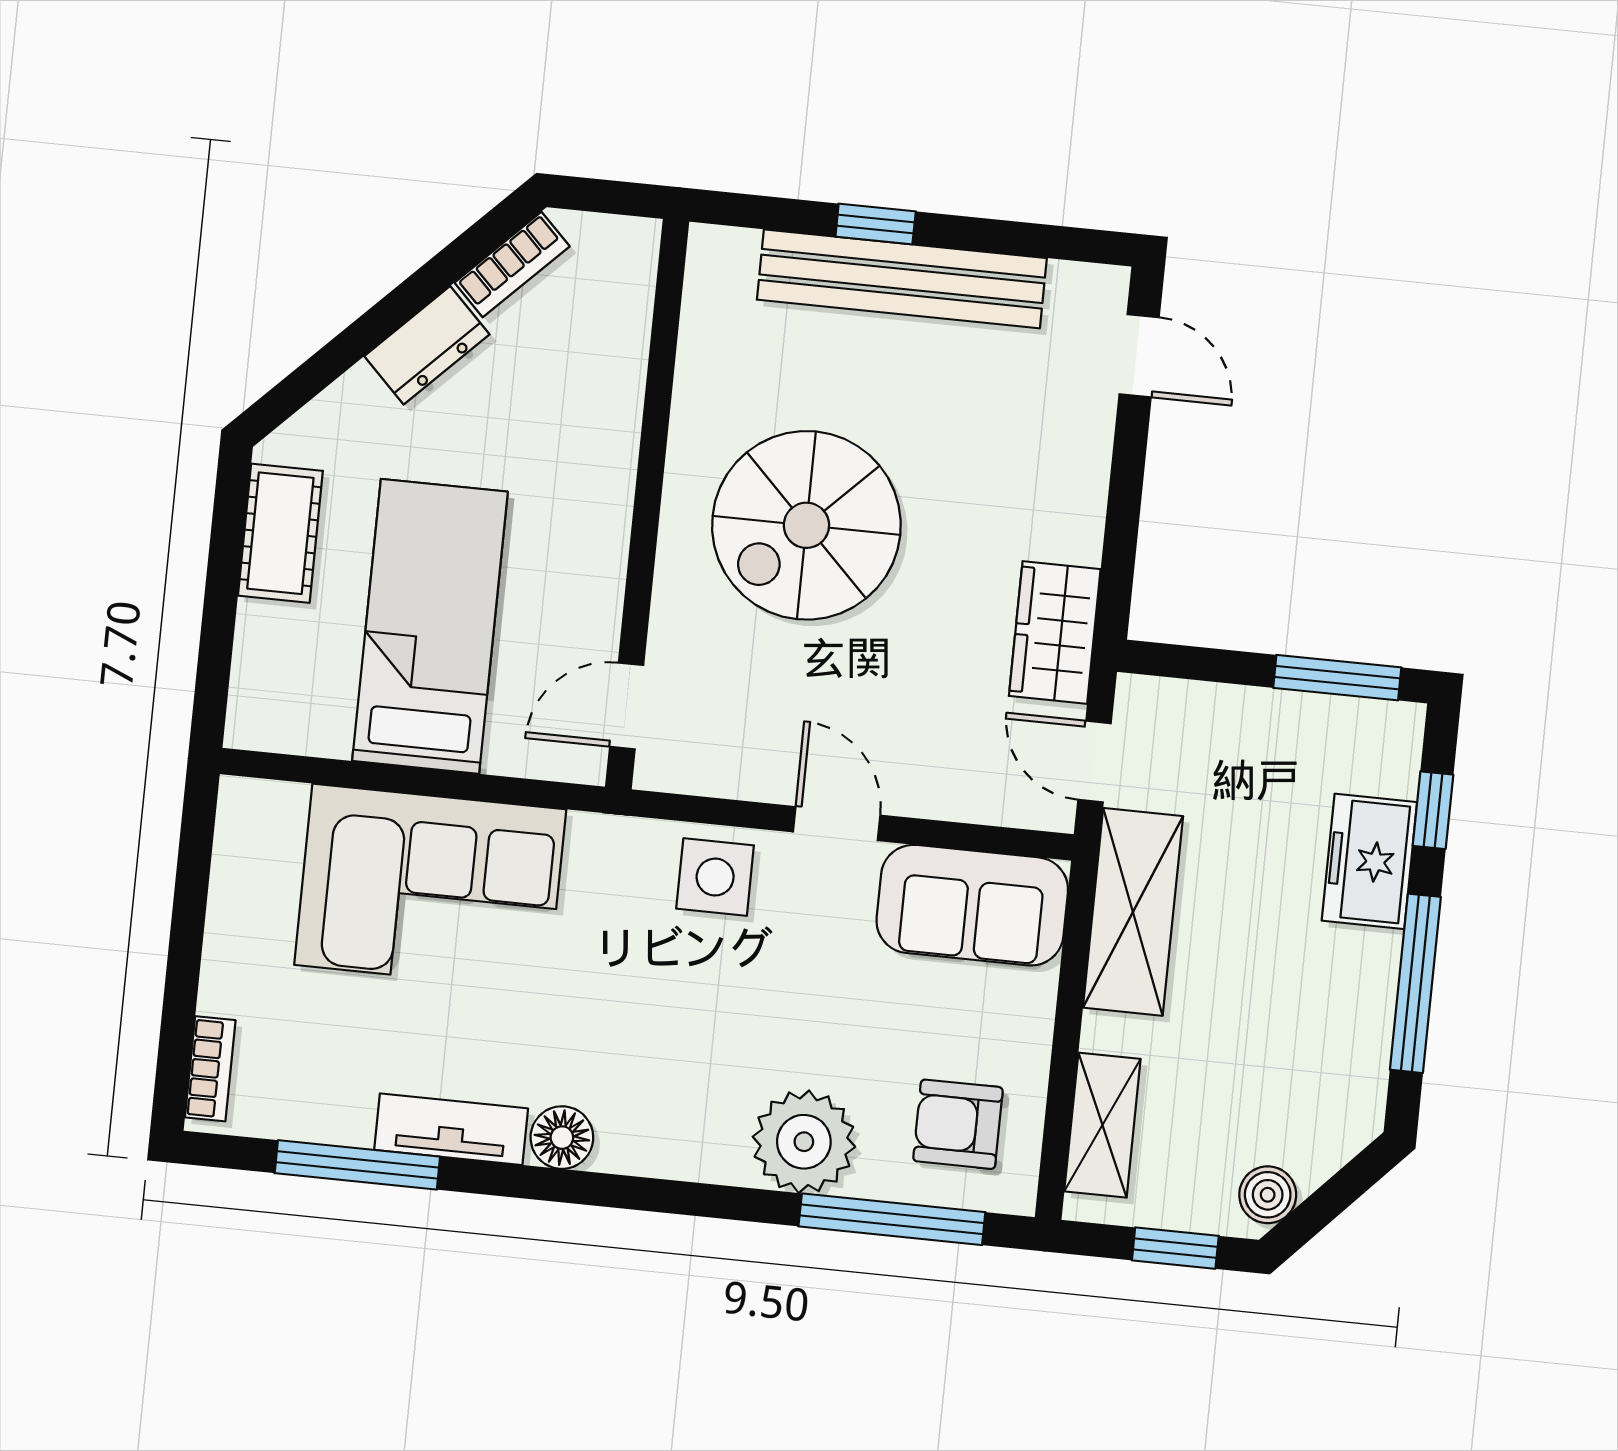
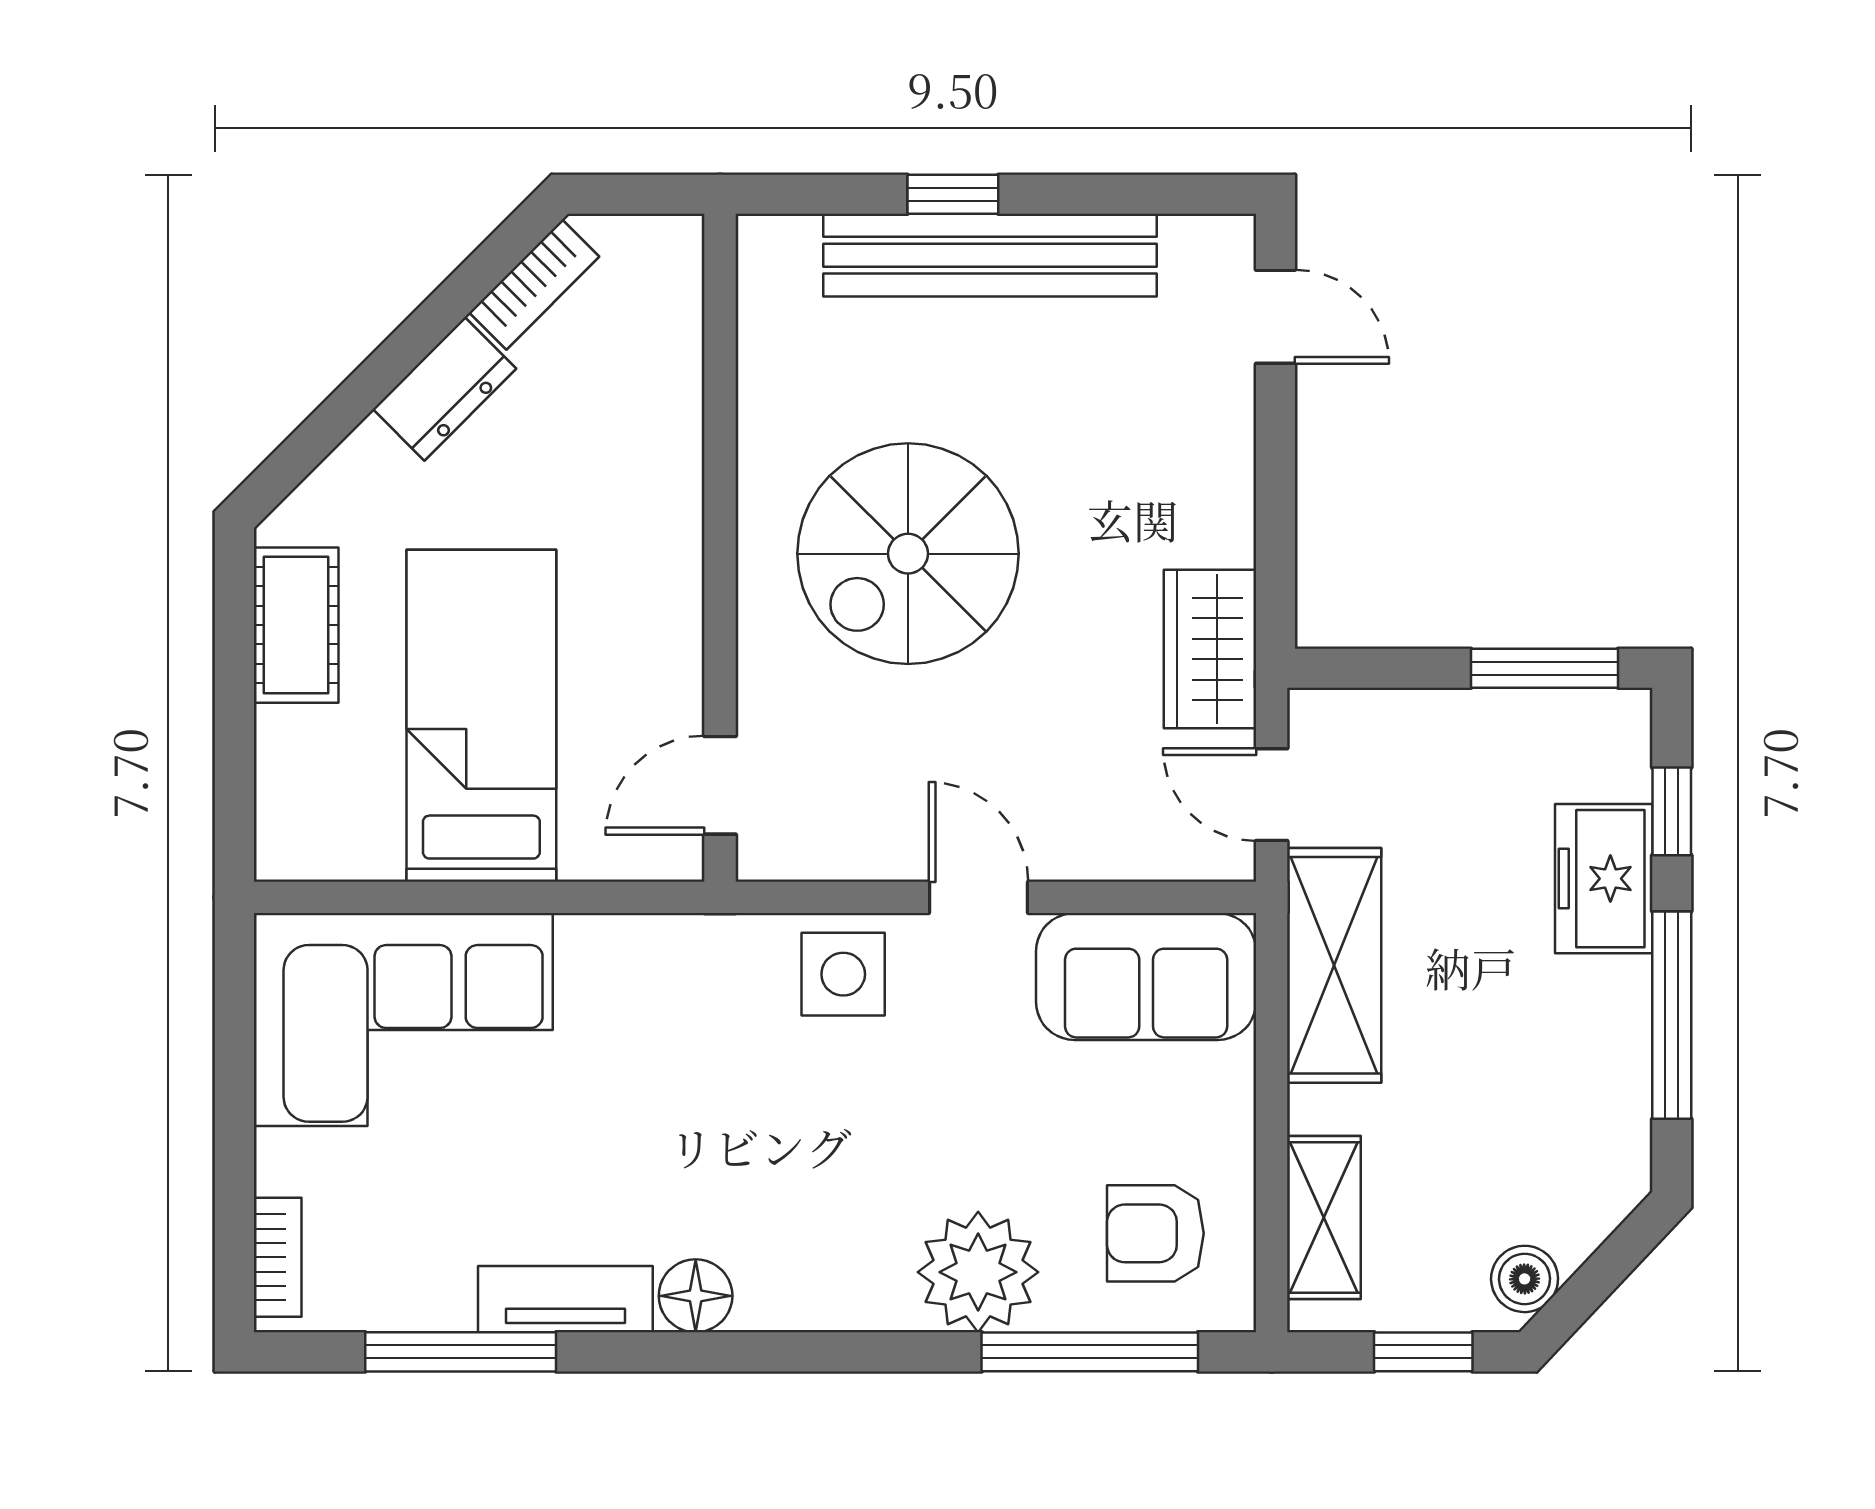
corner sofa: (430, 887) -> (403, 1020), moved

